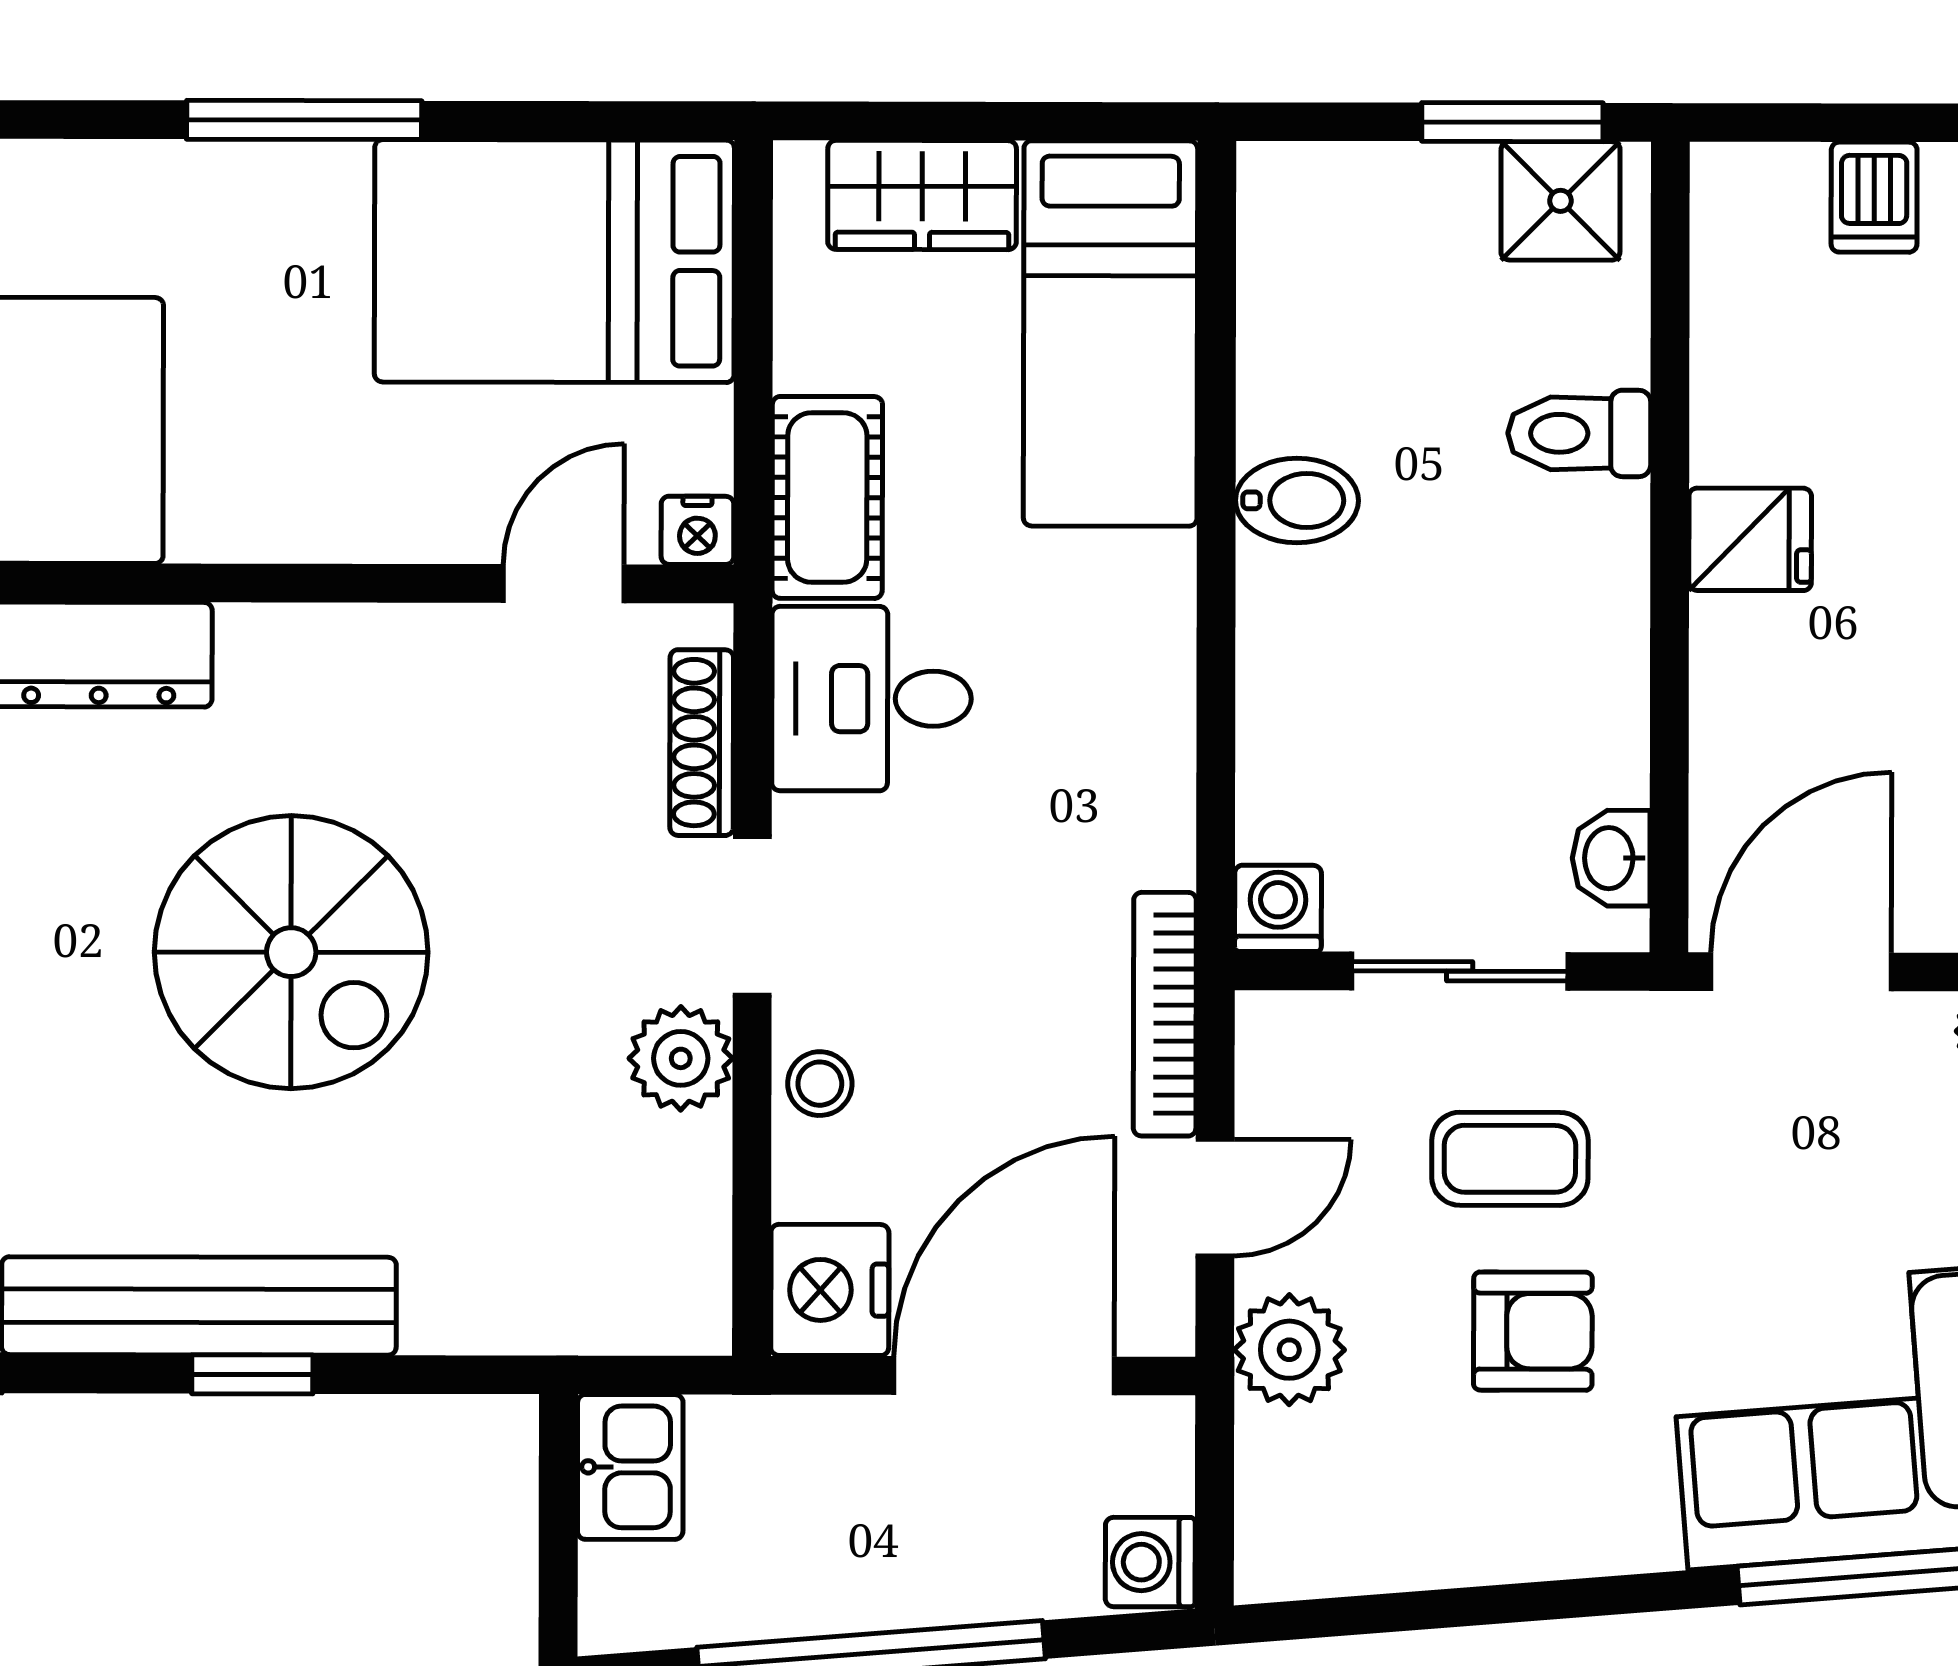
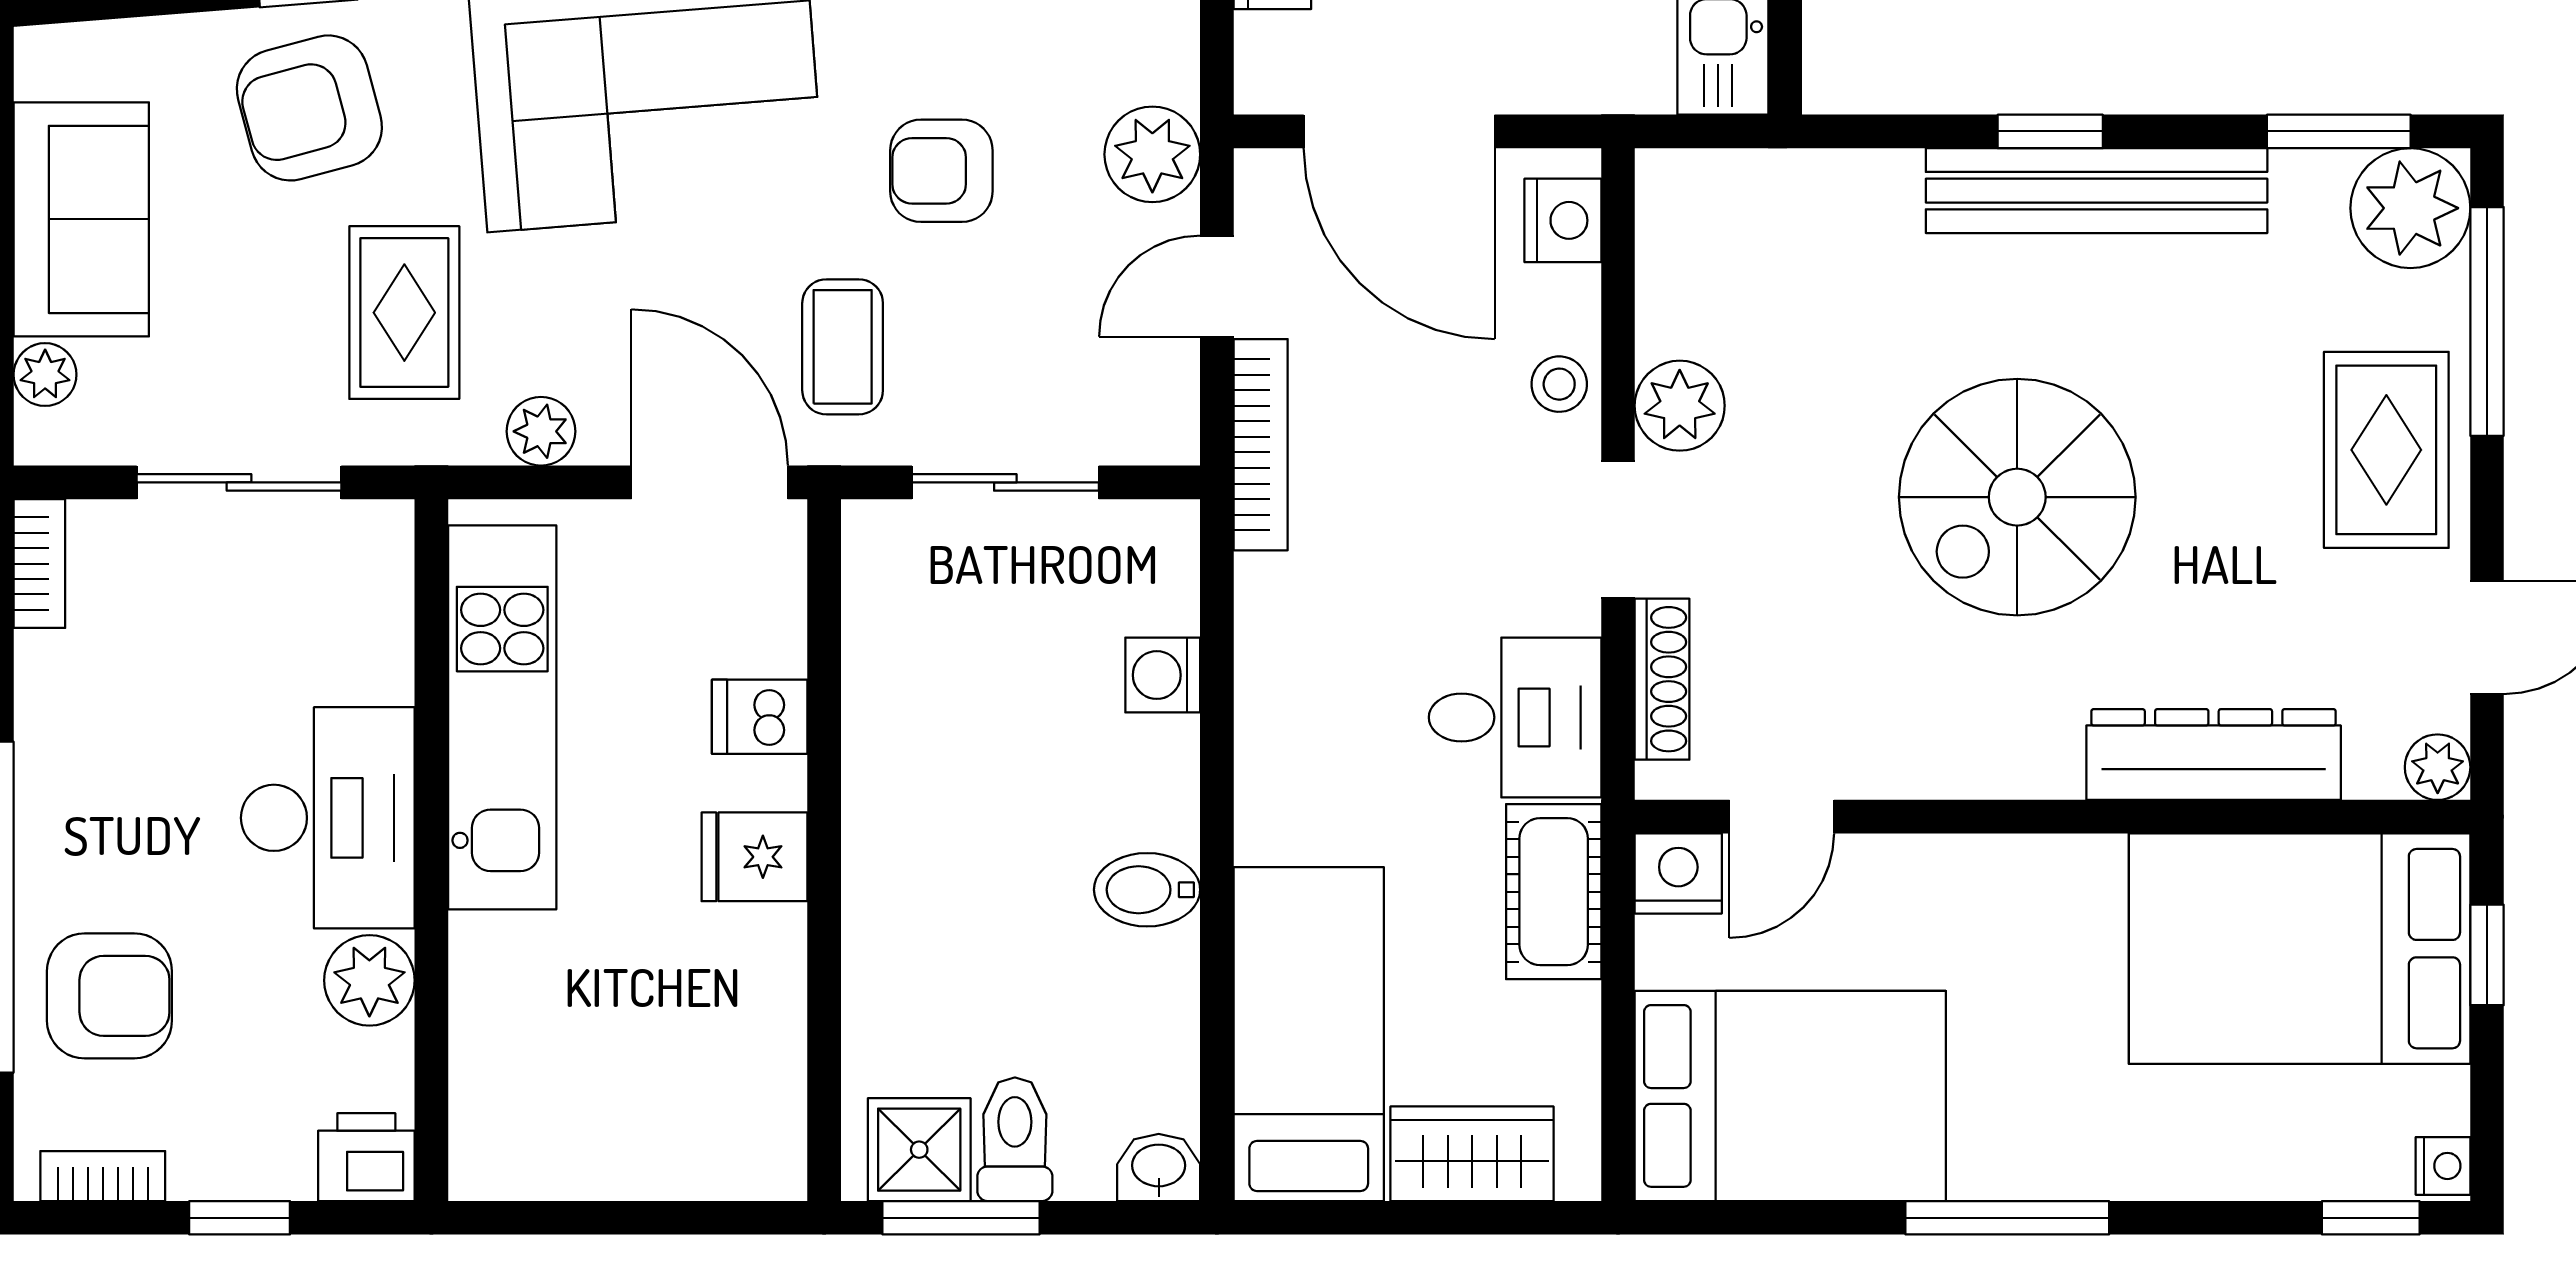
dishwasher: (1874, 197) -> (760, 717), moved, turned -90
toilet: (1579, 433) -> (1015, 1139), moved, turned -90
nightstand: (697, 530) -> (1678, 873), width x1.39, depth x1.35
washbasin: (1611, 858) -> (1159, 1167), moved, turned -90
washing machine: (1278, 908) -> (1163, 675), moved, turned 90
spiral stairs: (291, 952) -> (2017, 497), turned -90
door: (1801, 972) -> (710, 482), swing flipped
coffee table: (1510, 1159) -> (843, 347), moved, turned 90
nightstand: (830, 1290) -> (1563, 220), width x0.74, depth x0.75
door: (1004, 1376) -> (1399, 131), hinge flipped

